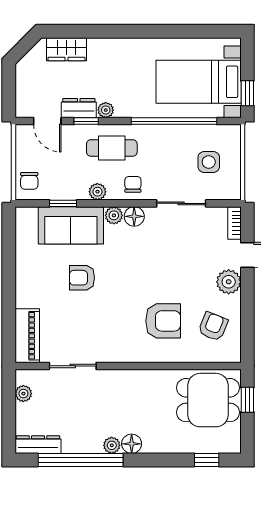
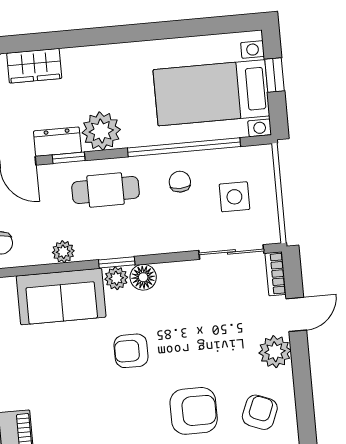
window: (247, 93) -> (274, 75), moved
plant: (106, 110) -> (101, 131), width x1.87, depth x1.87
chair: (133, 184) -> (180, 182), moved
plant: (97, 192) -> (63, 252), moved
window: (63, 203) -> (117, 262), moved
sliding door: (181, 203) -> (231, 252), moved
armchair: (82, 278) -> (131, 351), moved

